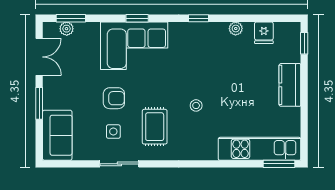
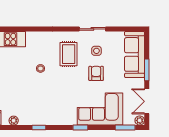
plant: (67, 29) -> (140, 120), moved
corner sofa: (134, 46) -> (100, 109), moved
armchair: (114, 98) -> (96, 73), turned 90
sofa: (57, 135) -> (134, 54), width x1.36

